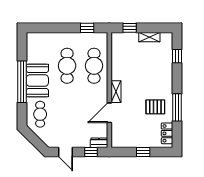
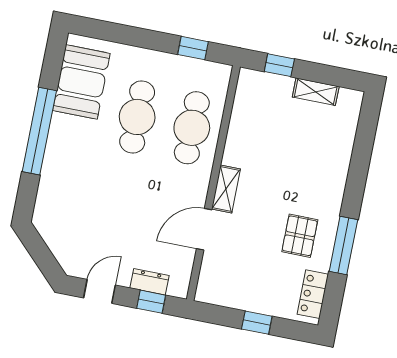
window: (177, 56) -> (364, 141), removed
booth: (37, 81) -> (81, 82), moved
pallet: (155, 107) -> (300, 236), turned 90
cafe table: (40, 114) -> (63, 204), removed
dresser: (99, 143) -> (150, 282), moved
door: (66, 152) -> (99, 291), swing flipped

